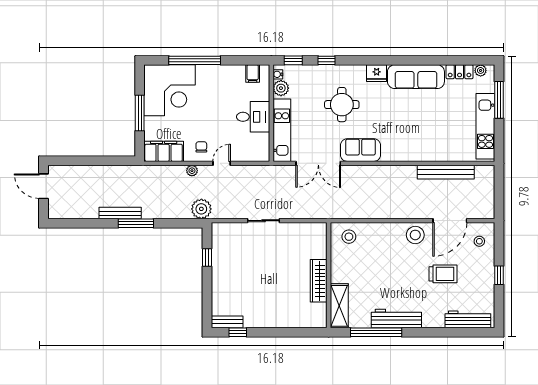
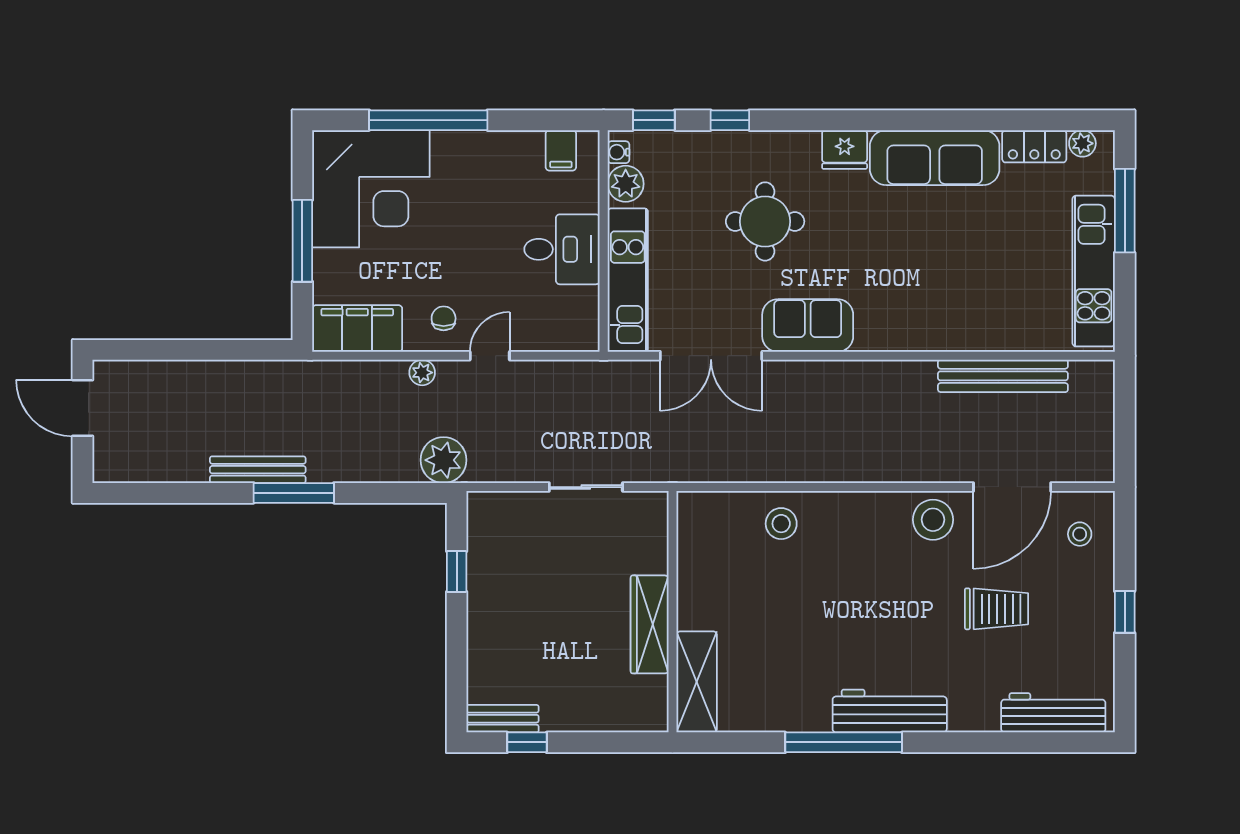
wall: (329, 275) -> (673, 612), moved
wardrobe: (319, 281) -> (650, 624), moved
shelving: (339, 306) -> (697, 682), moved

